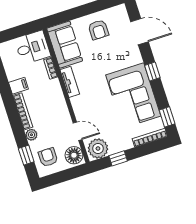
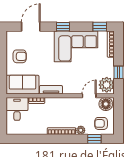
filing cabinet: (18, 86) -> (42, 128), removed

